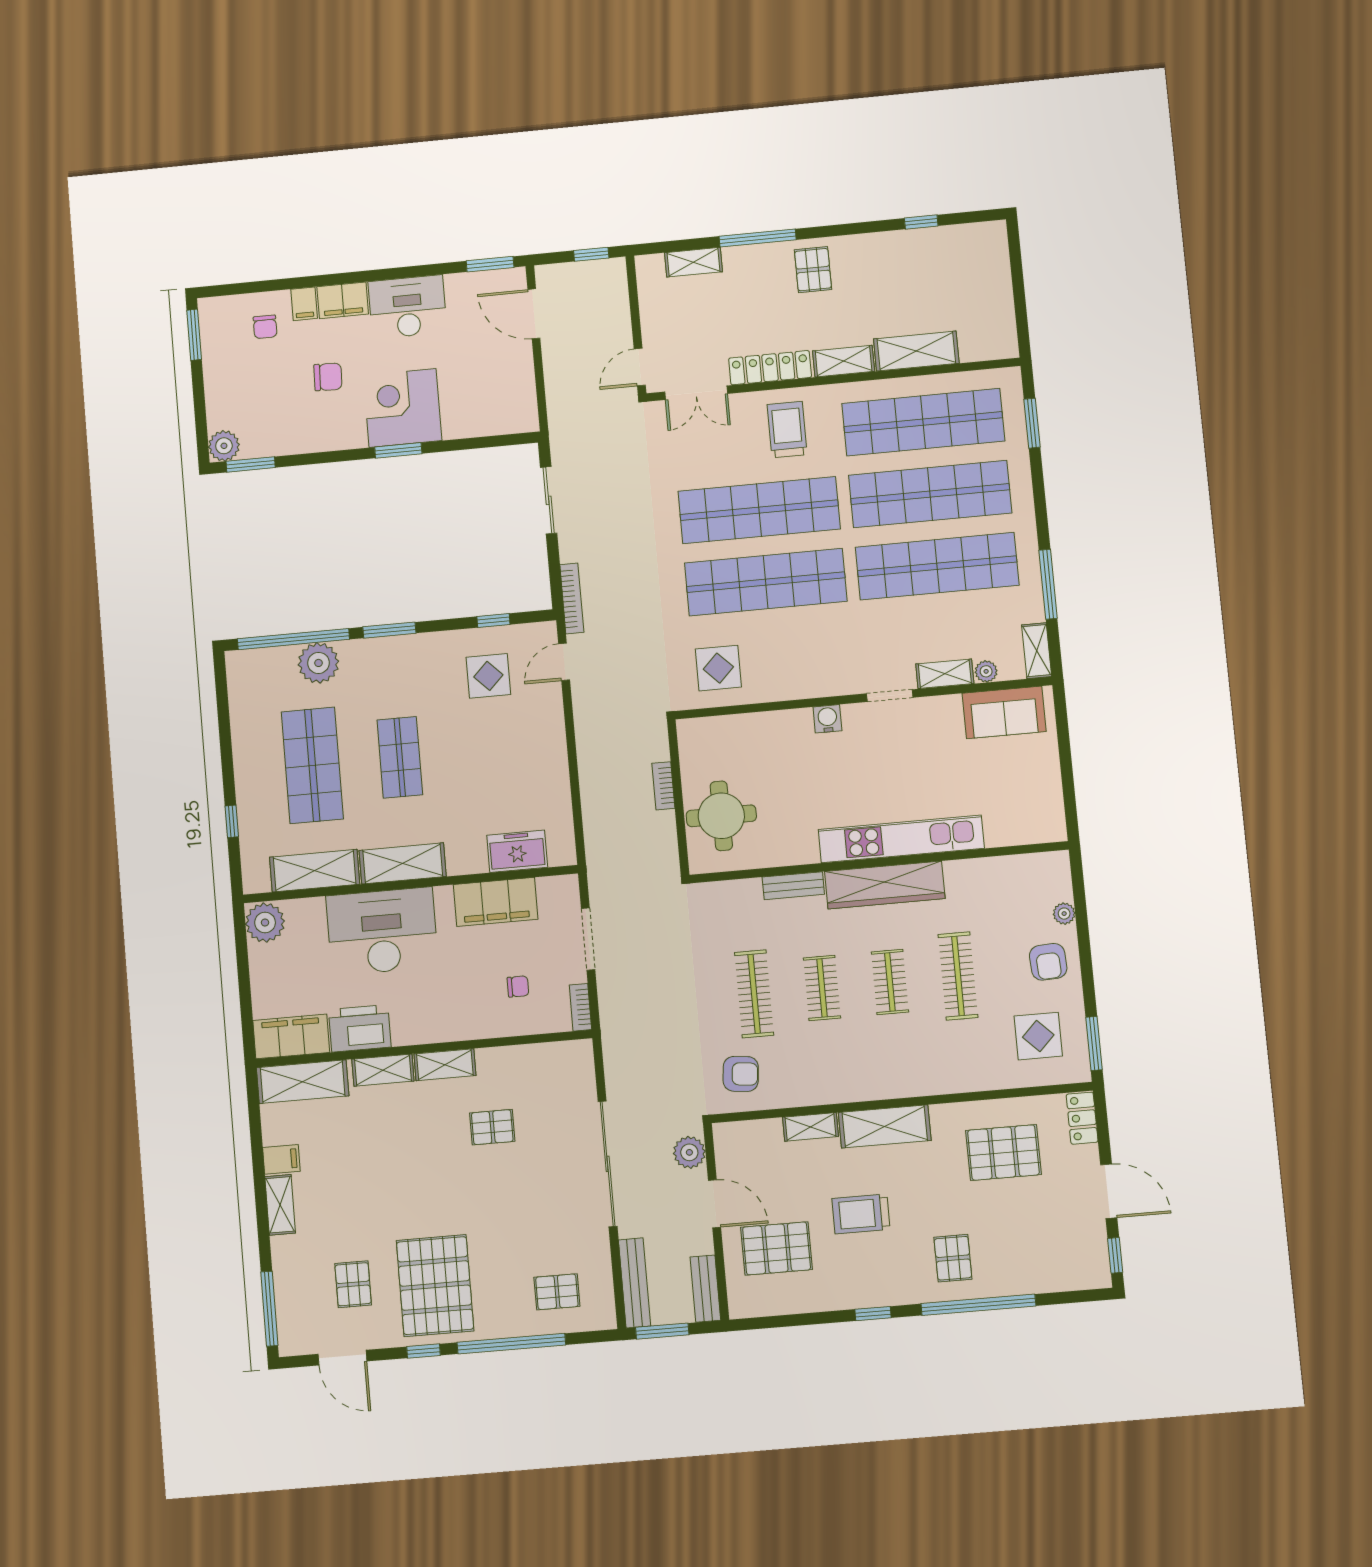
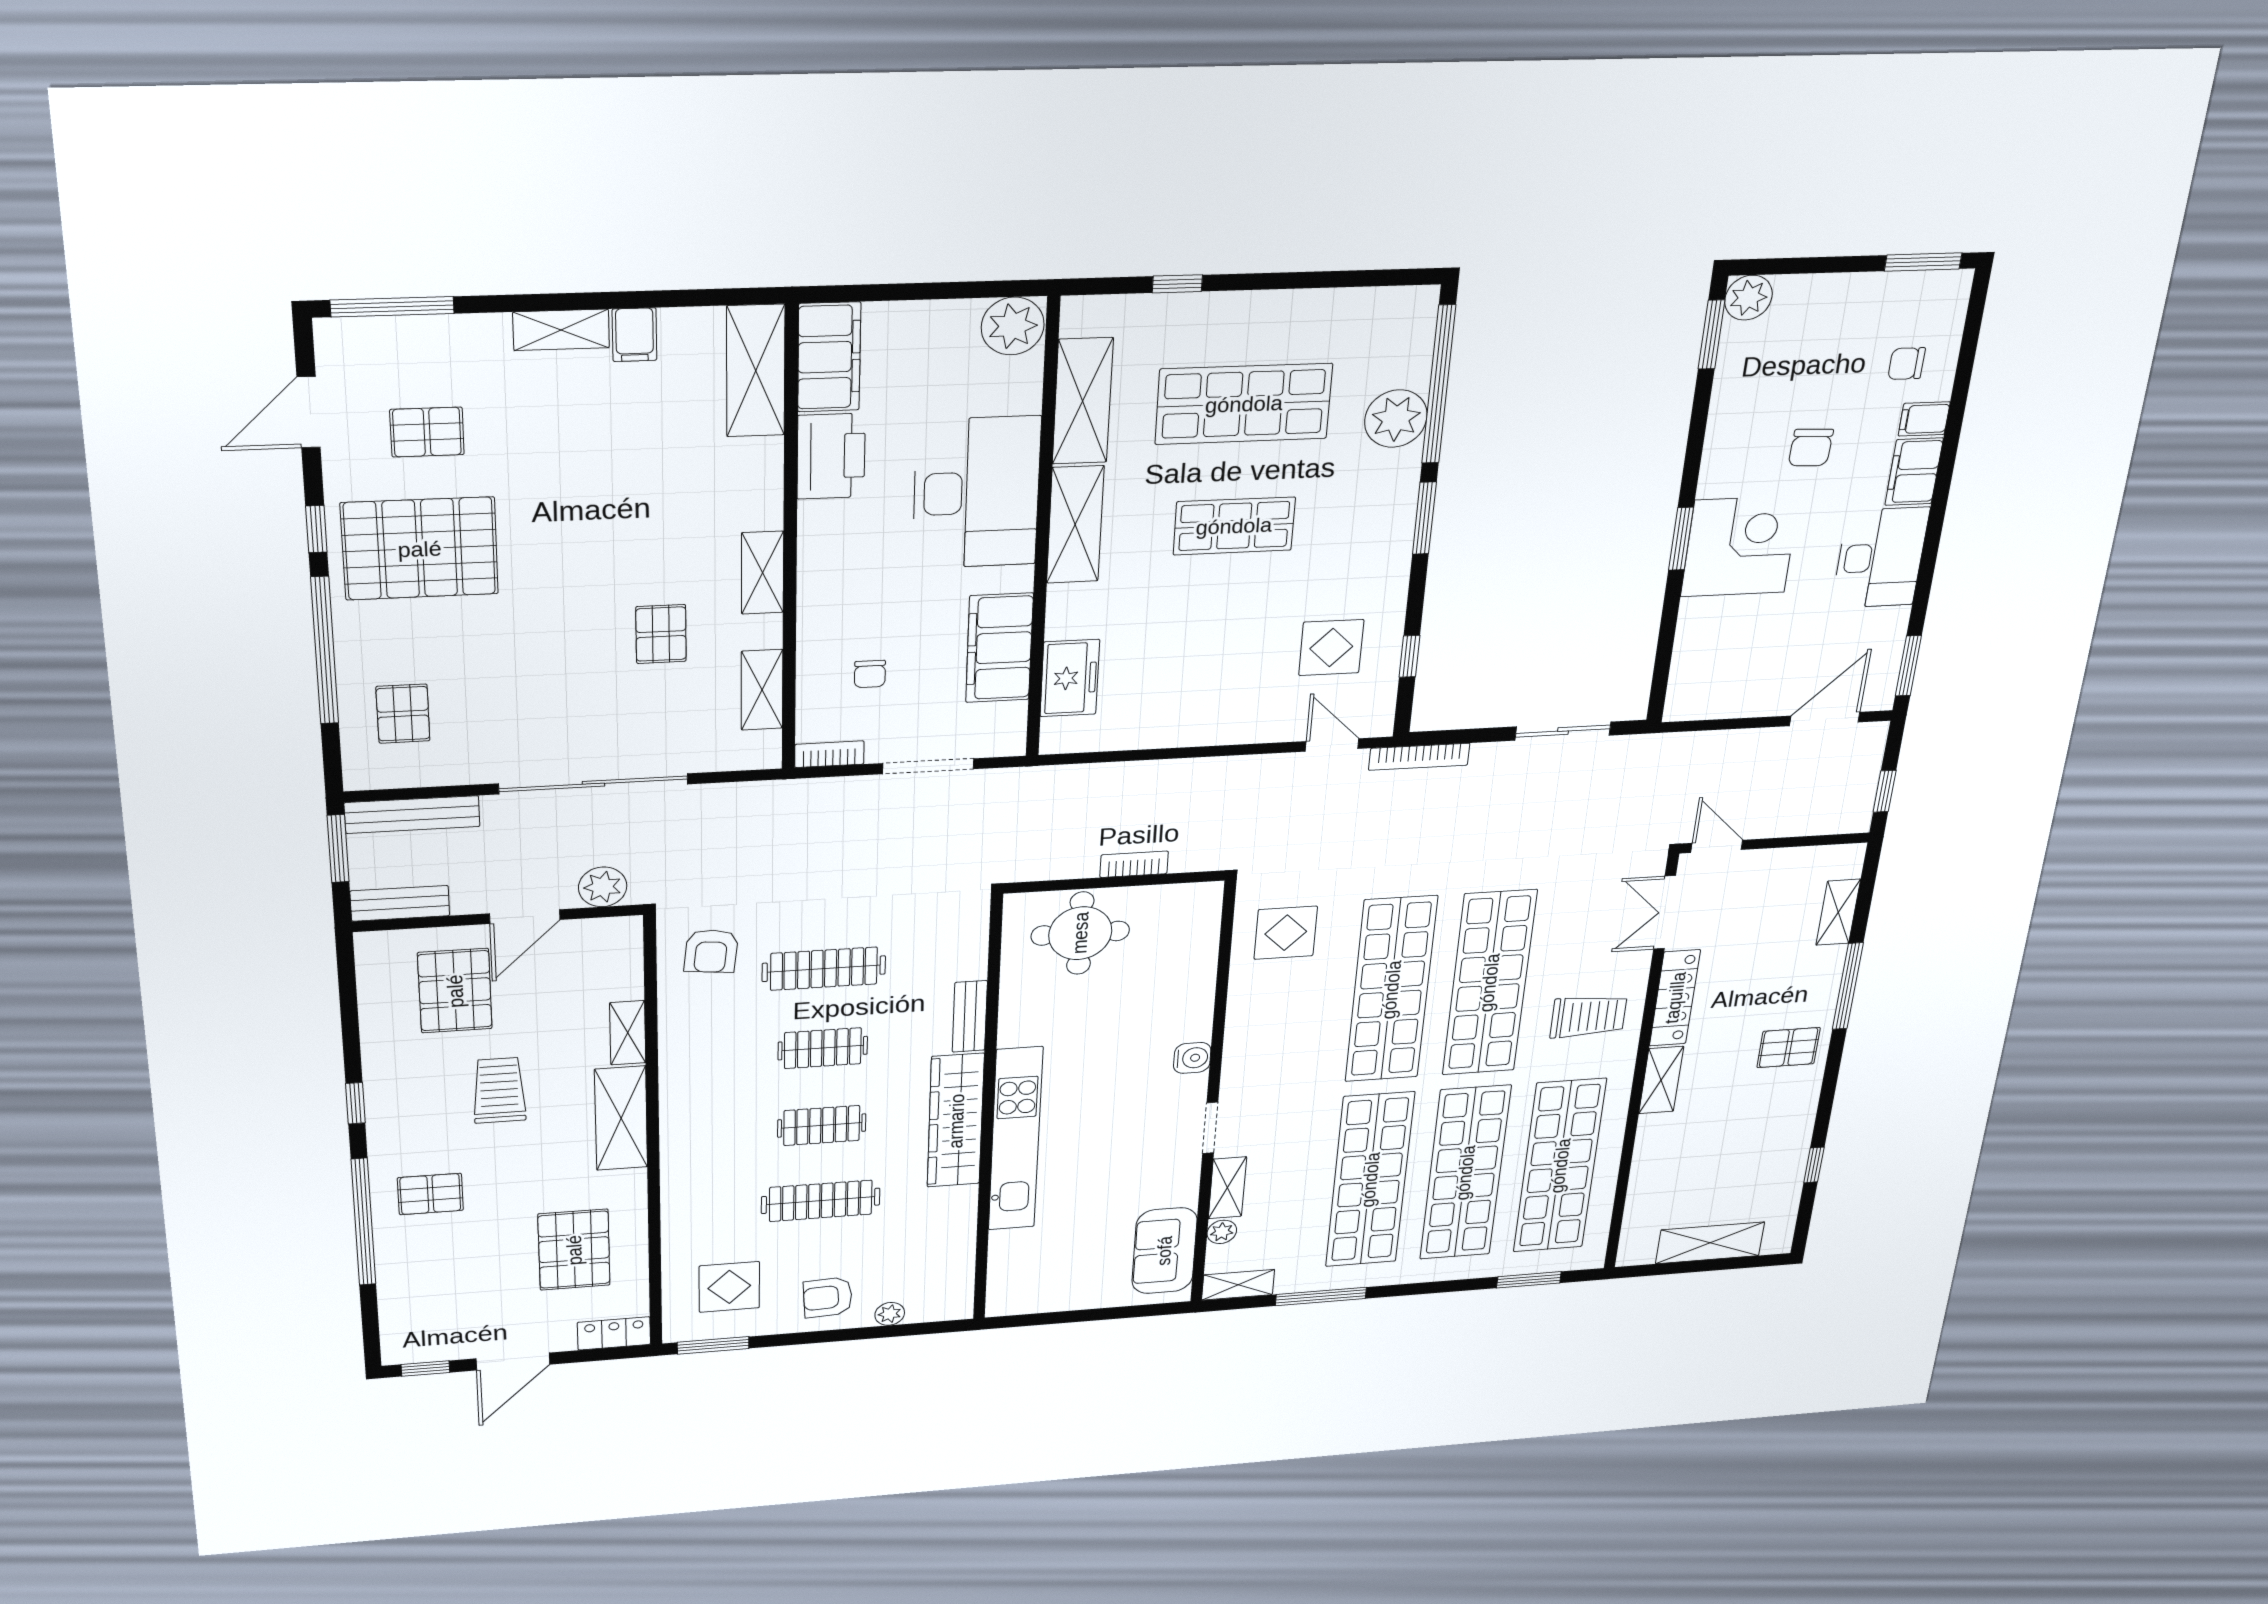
shelving: (916, 351) -> (1710, 1243), moved, turned 90
shelving: (383, 1070) -> (762, 690), moved

